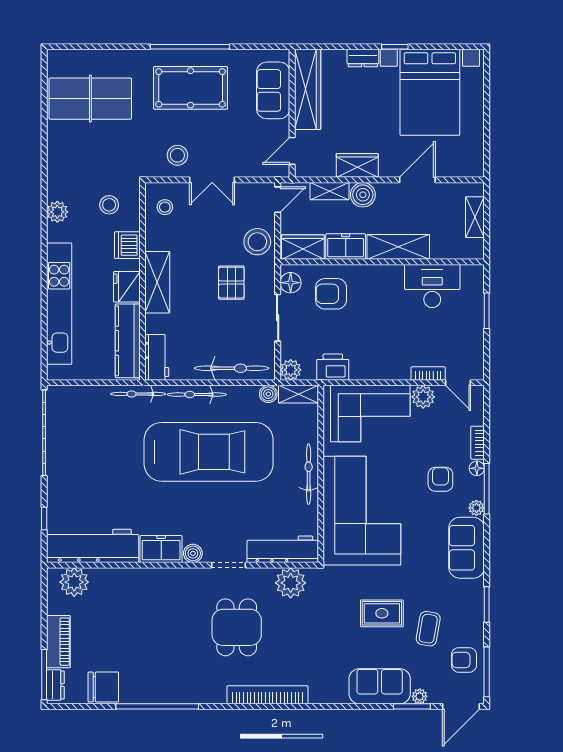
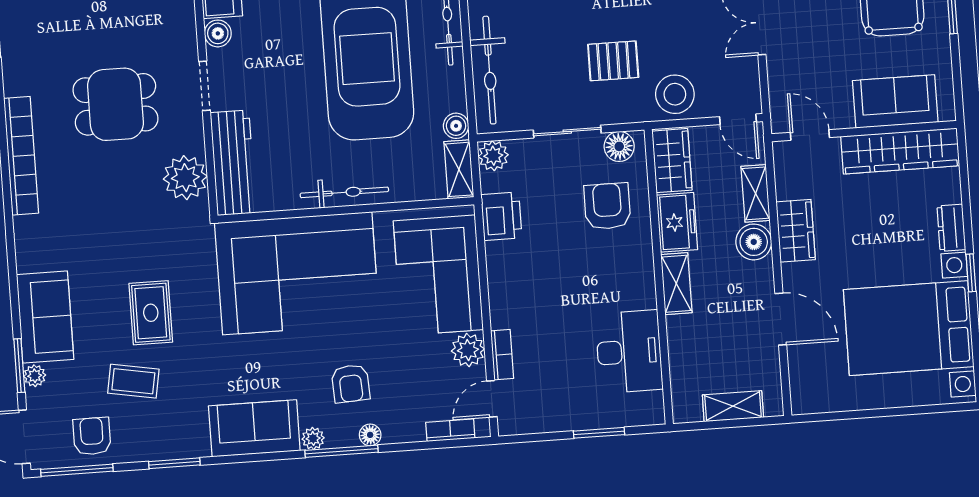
shelving: (398, 247) -> (676, 284), width x0.67, depth x0.75
bookcase: (478, 443) -> (450, 430), moved
armchair: (440, 479) -> (351, 384), turned 87

